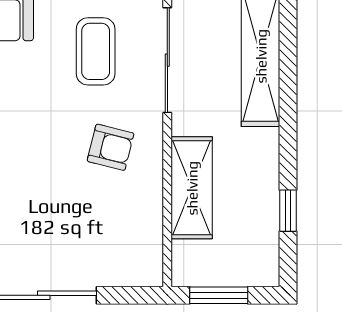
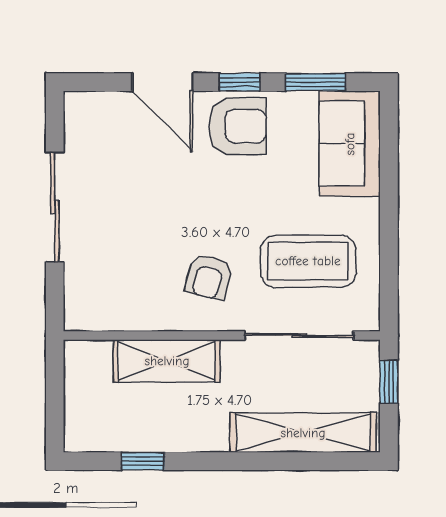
coffee table: (96, 51) -> (308, 261), width x1.36, depth x1.32
window: (219, 295) -> (55, 389), removed

